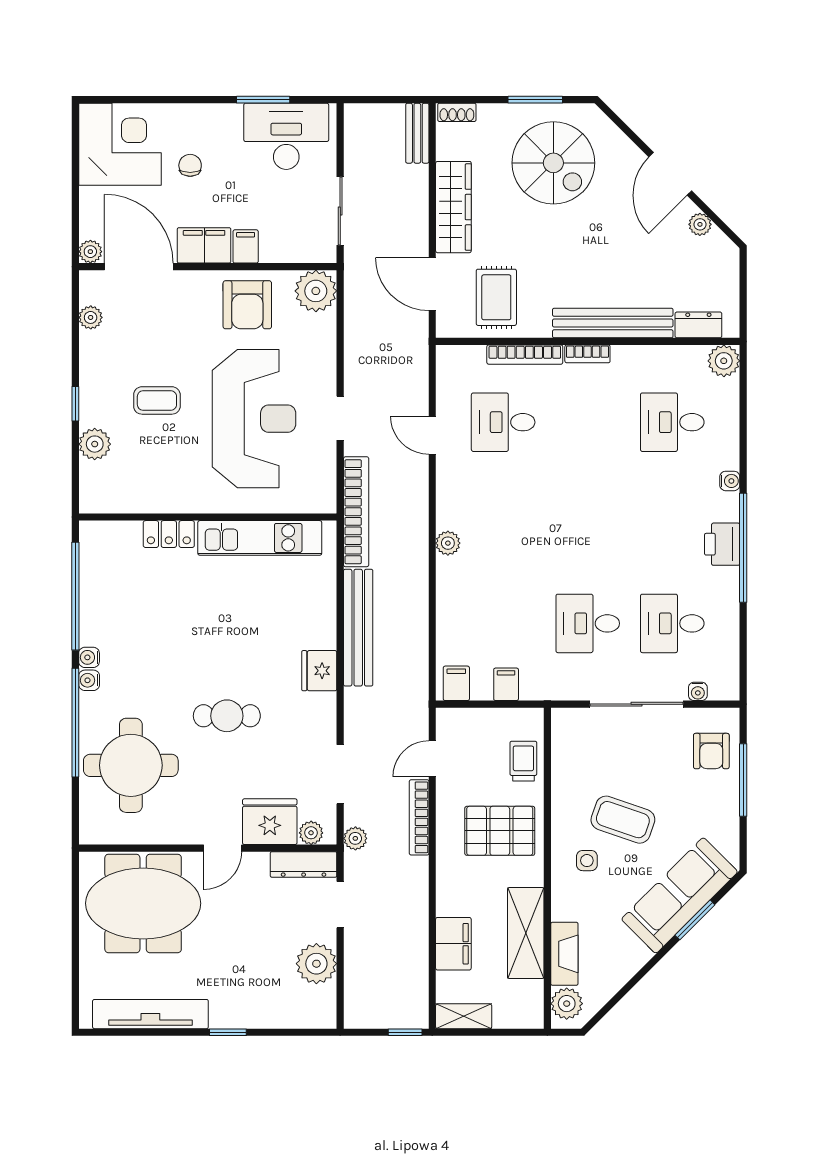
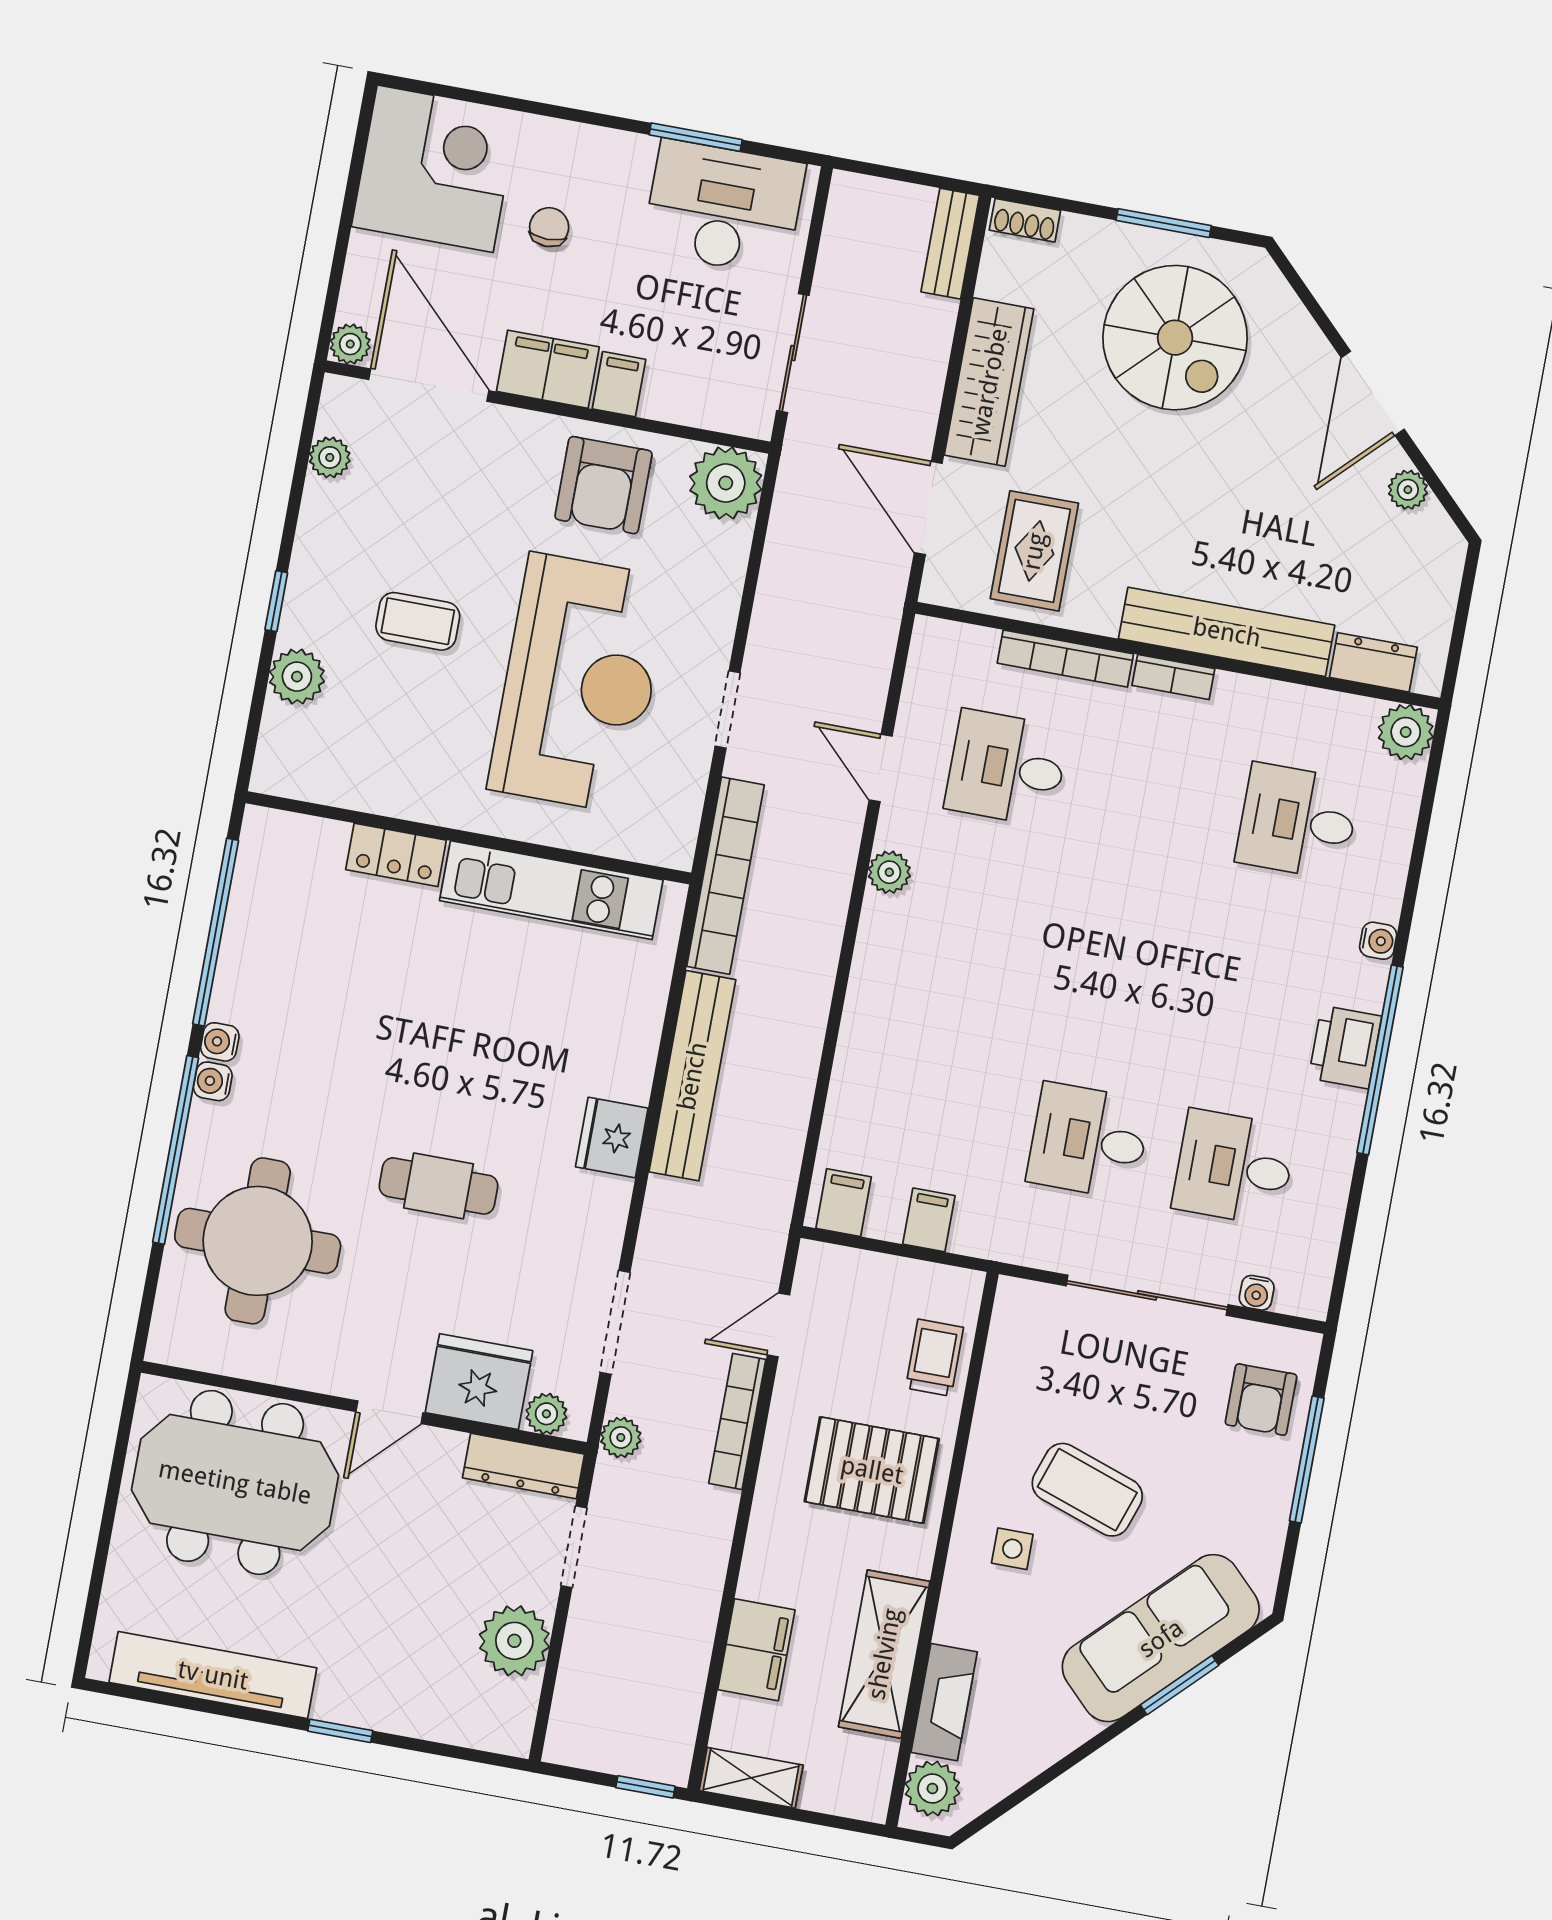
plant: (448, 543) -> (889, 872), moved

